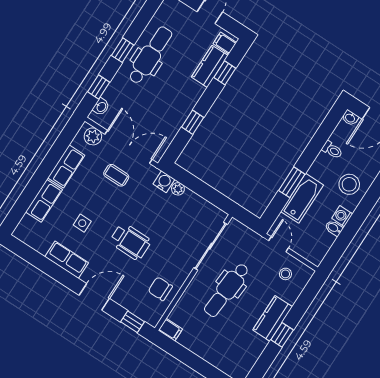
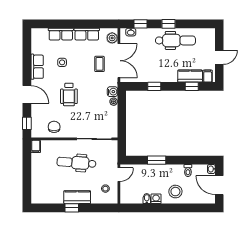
bathtub: (302, 198) -> (152, 171), removed

